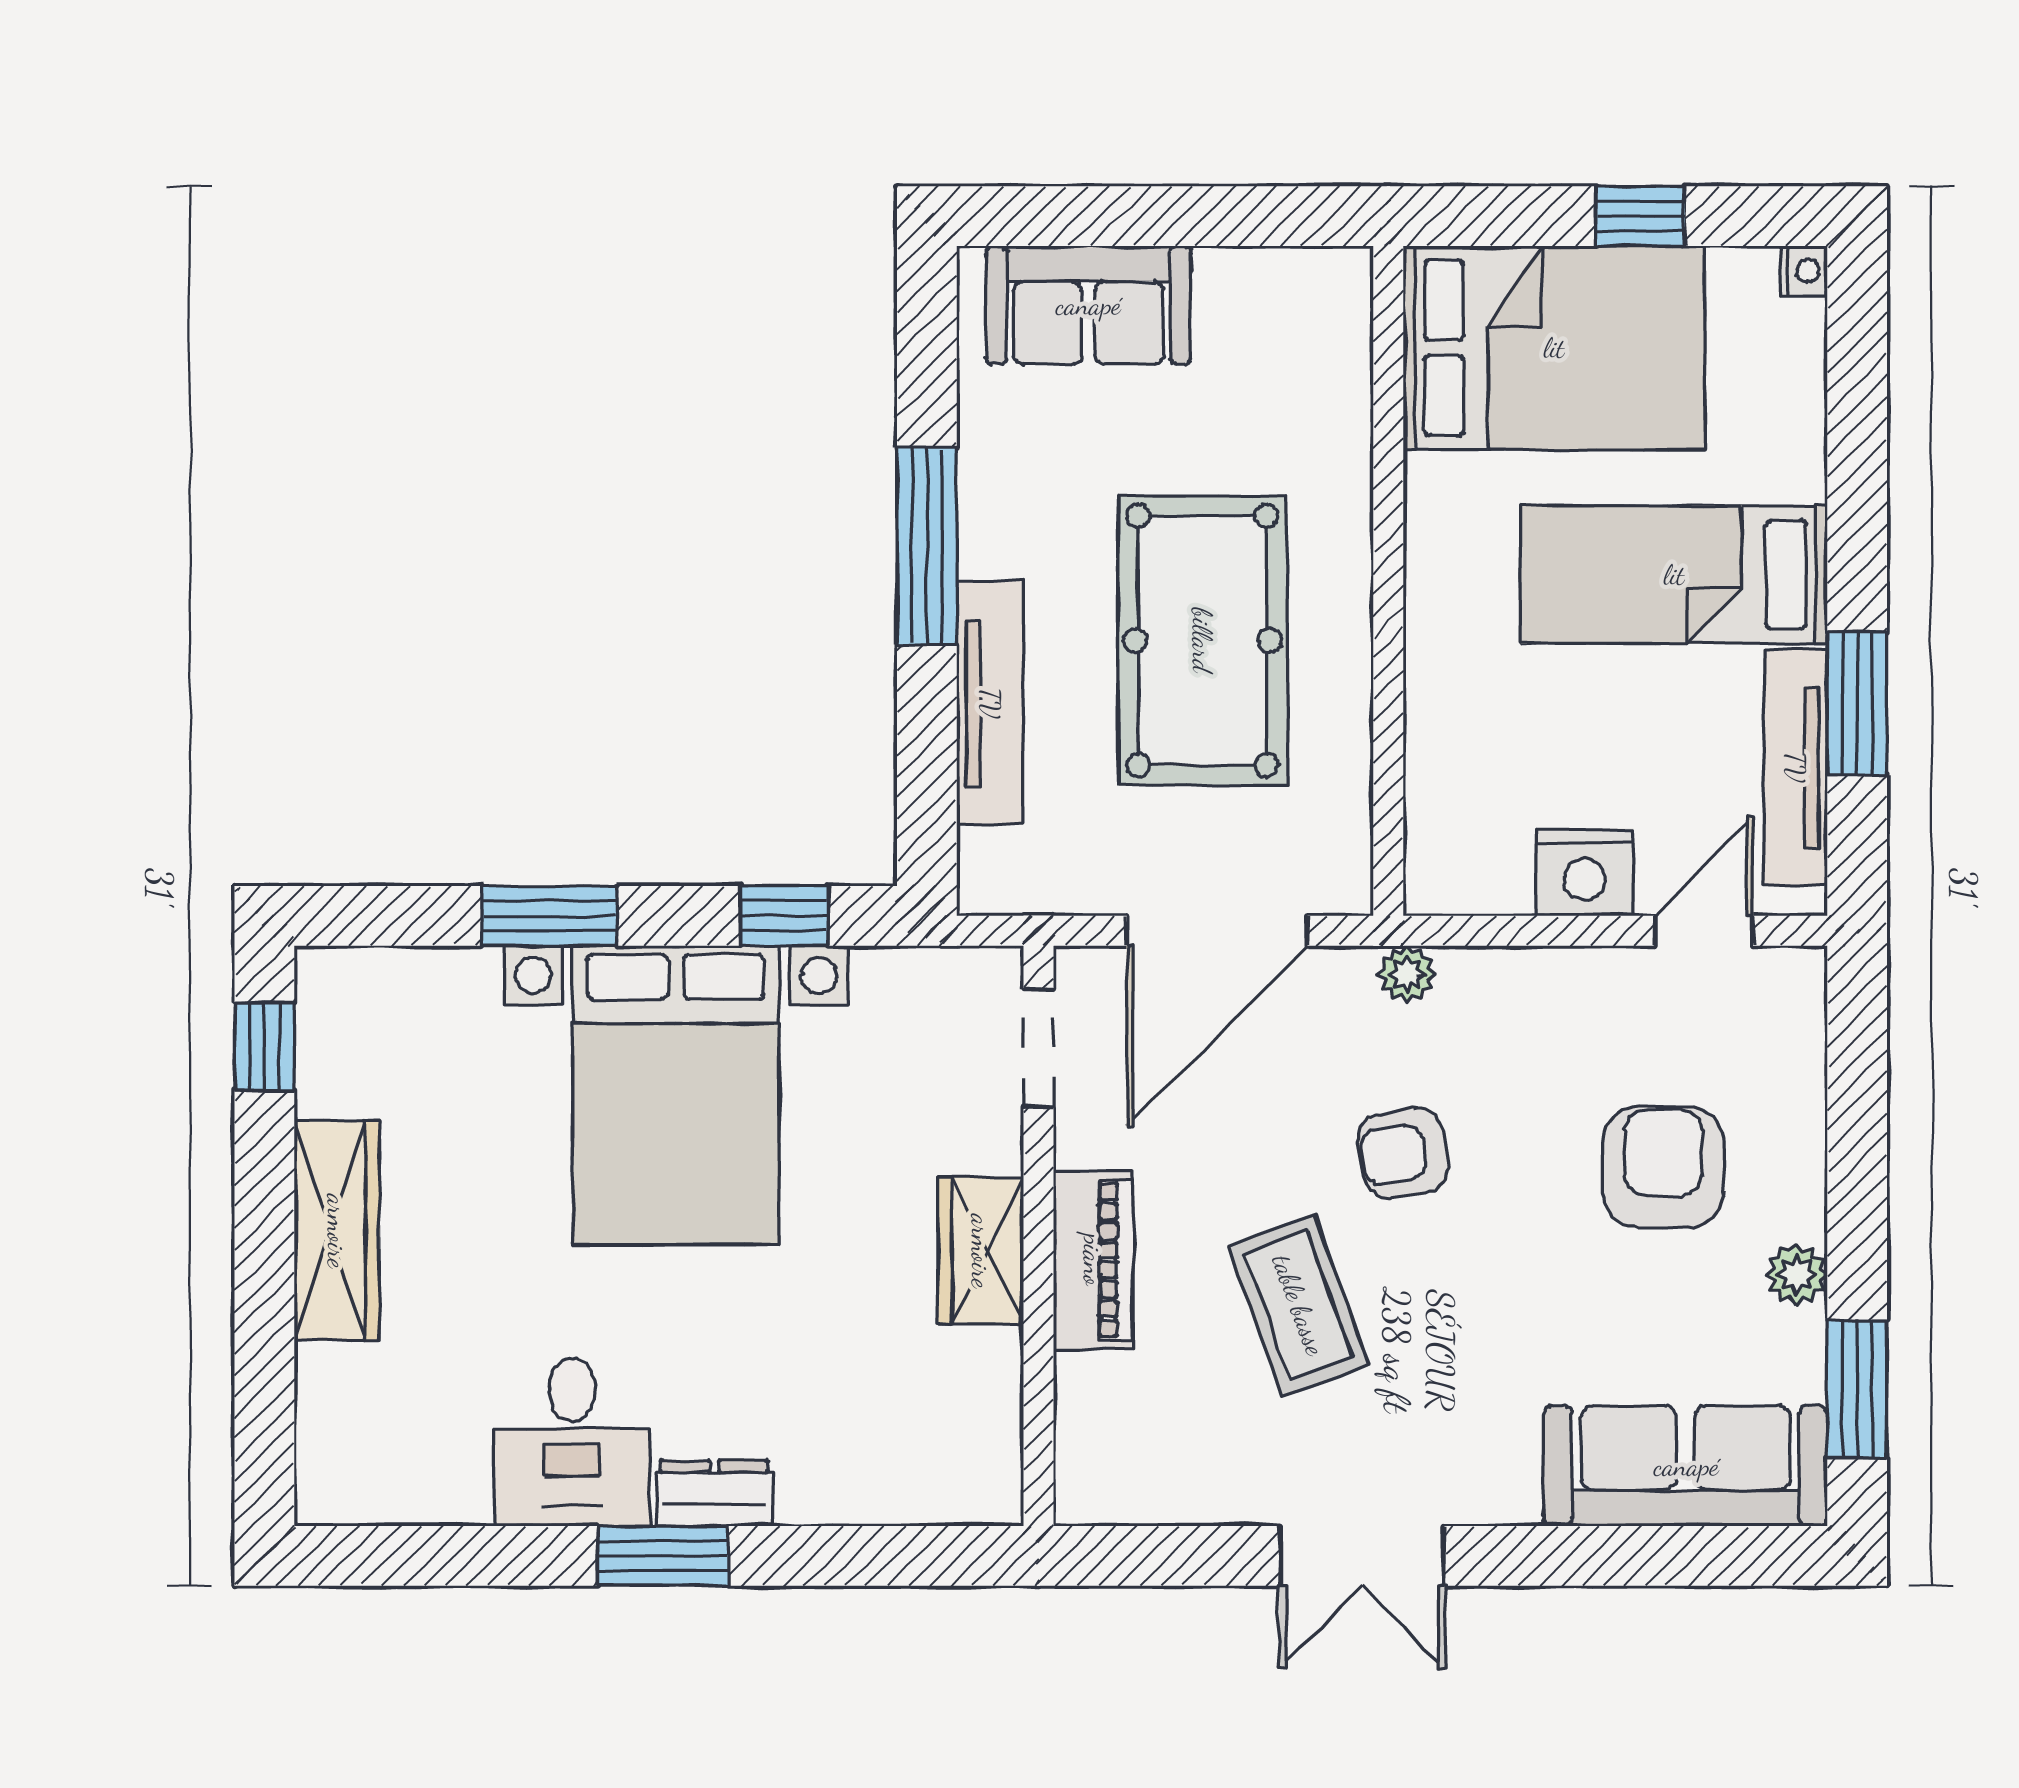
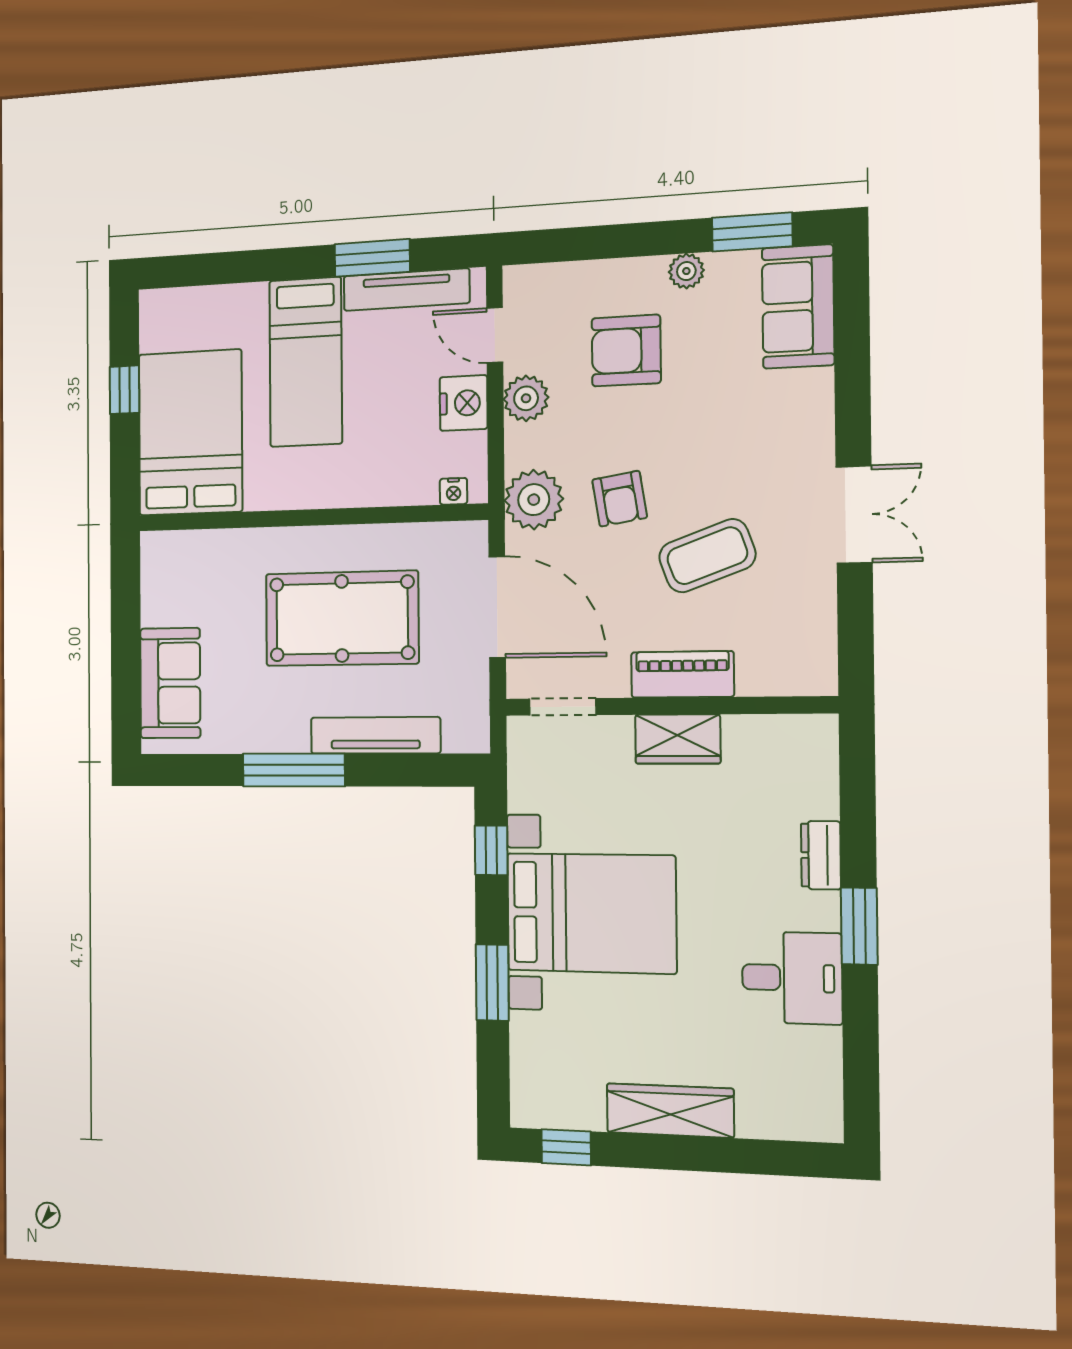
nightstand: (1804, 271) -> (454, 491), moved, turned 180
plant: (1407, 974) -> (534, 500), width x1.87, depth x1.87
plant: (1588, 987) -> (526, 398), added
sofa: (1686, 1466) -> (798, 307), width x0.73
dresser: (714, 1493) -> (821, 855), moved

